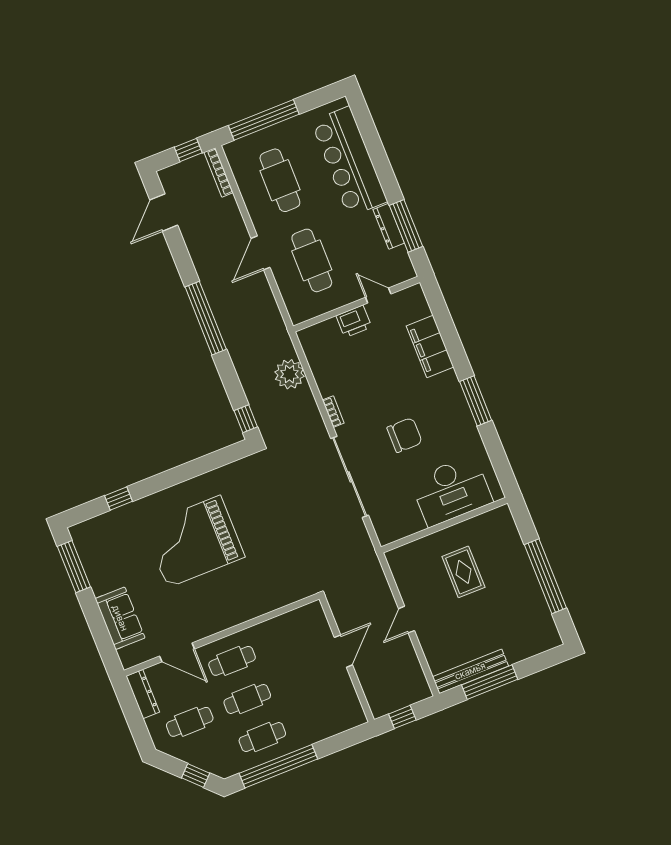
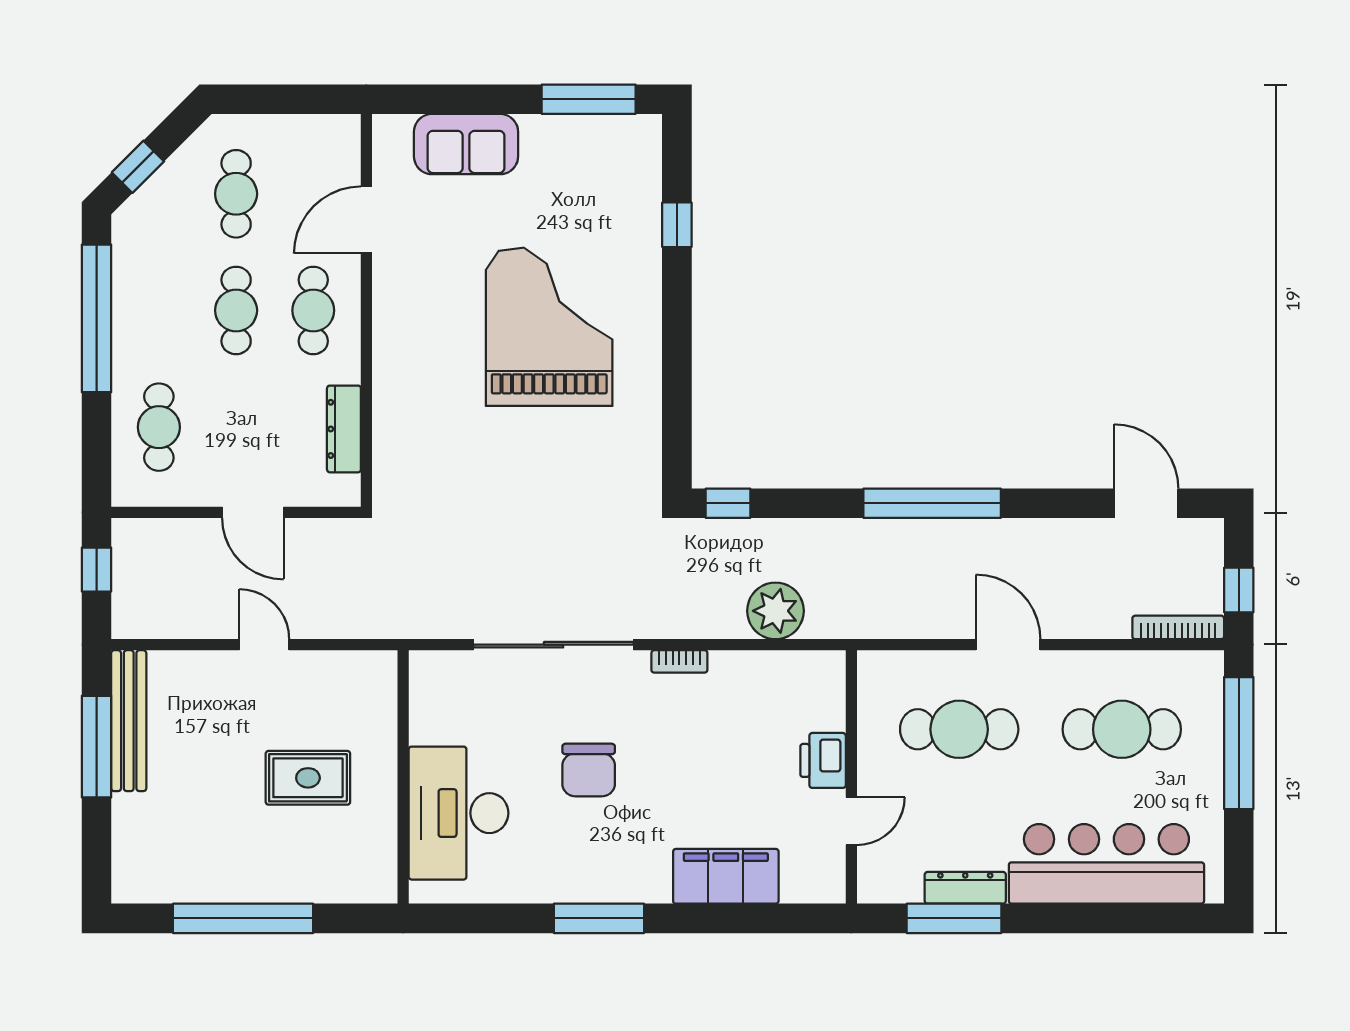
dresser: (143, 694) -> (344, 429), moved, turned 90
cafe table: (262, 737) -> (159, 427), moved

